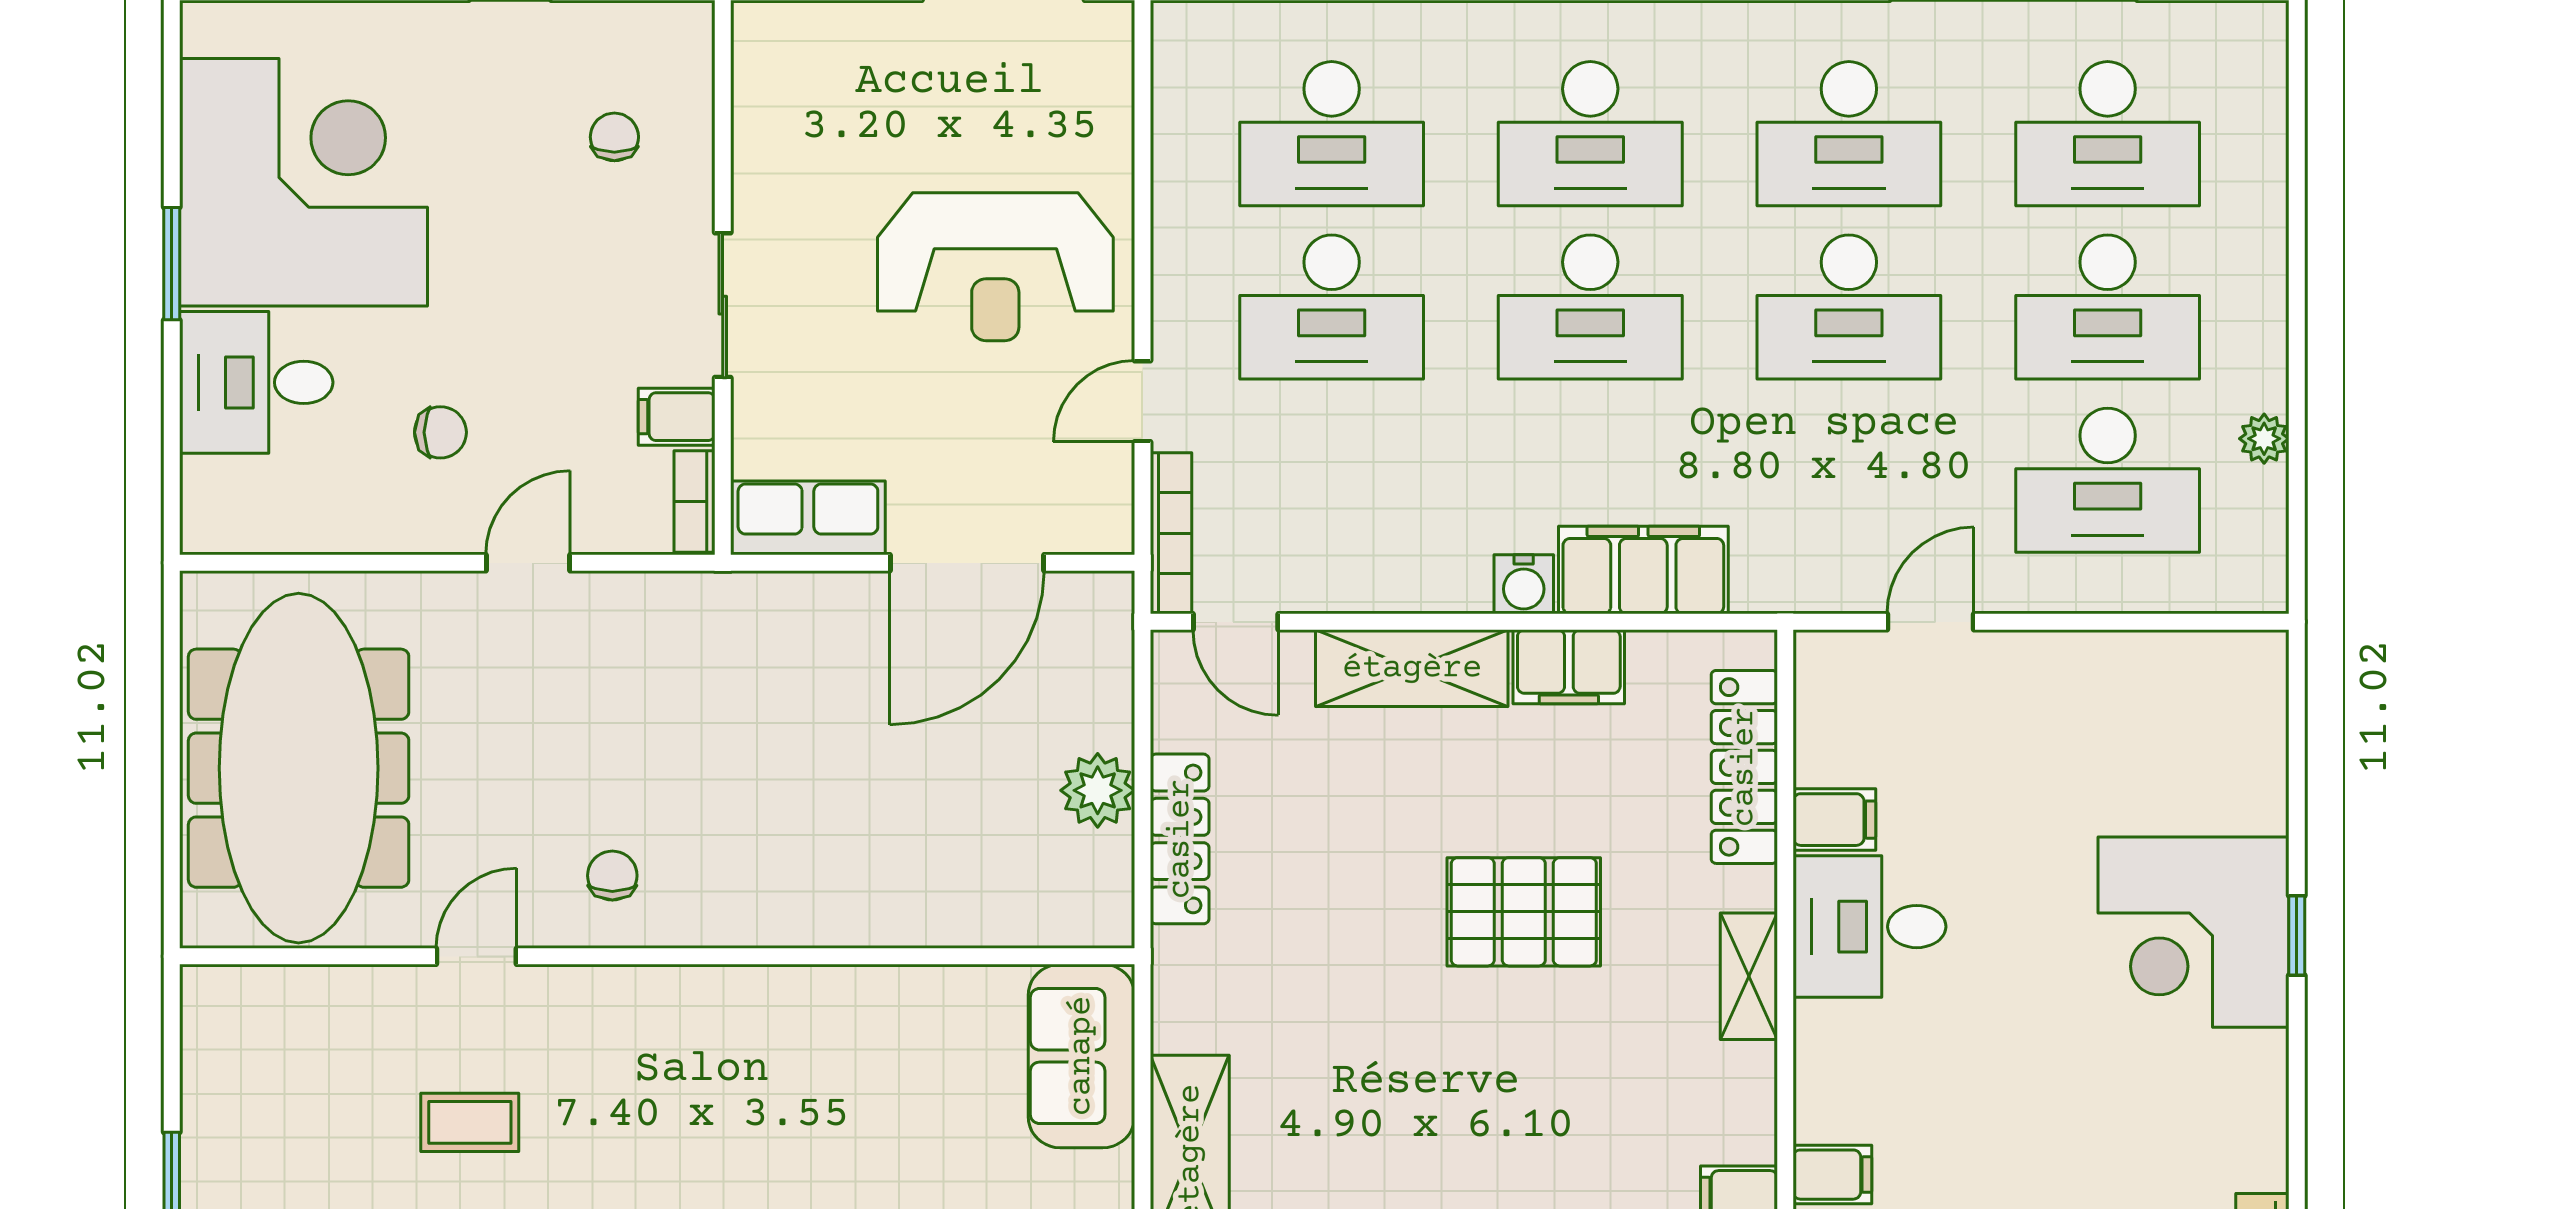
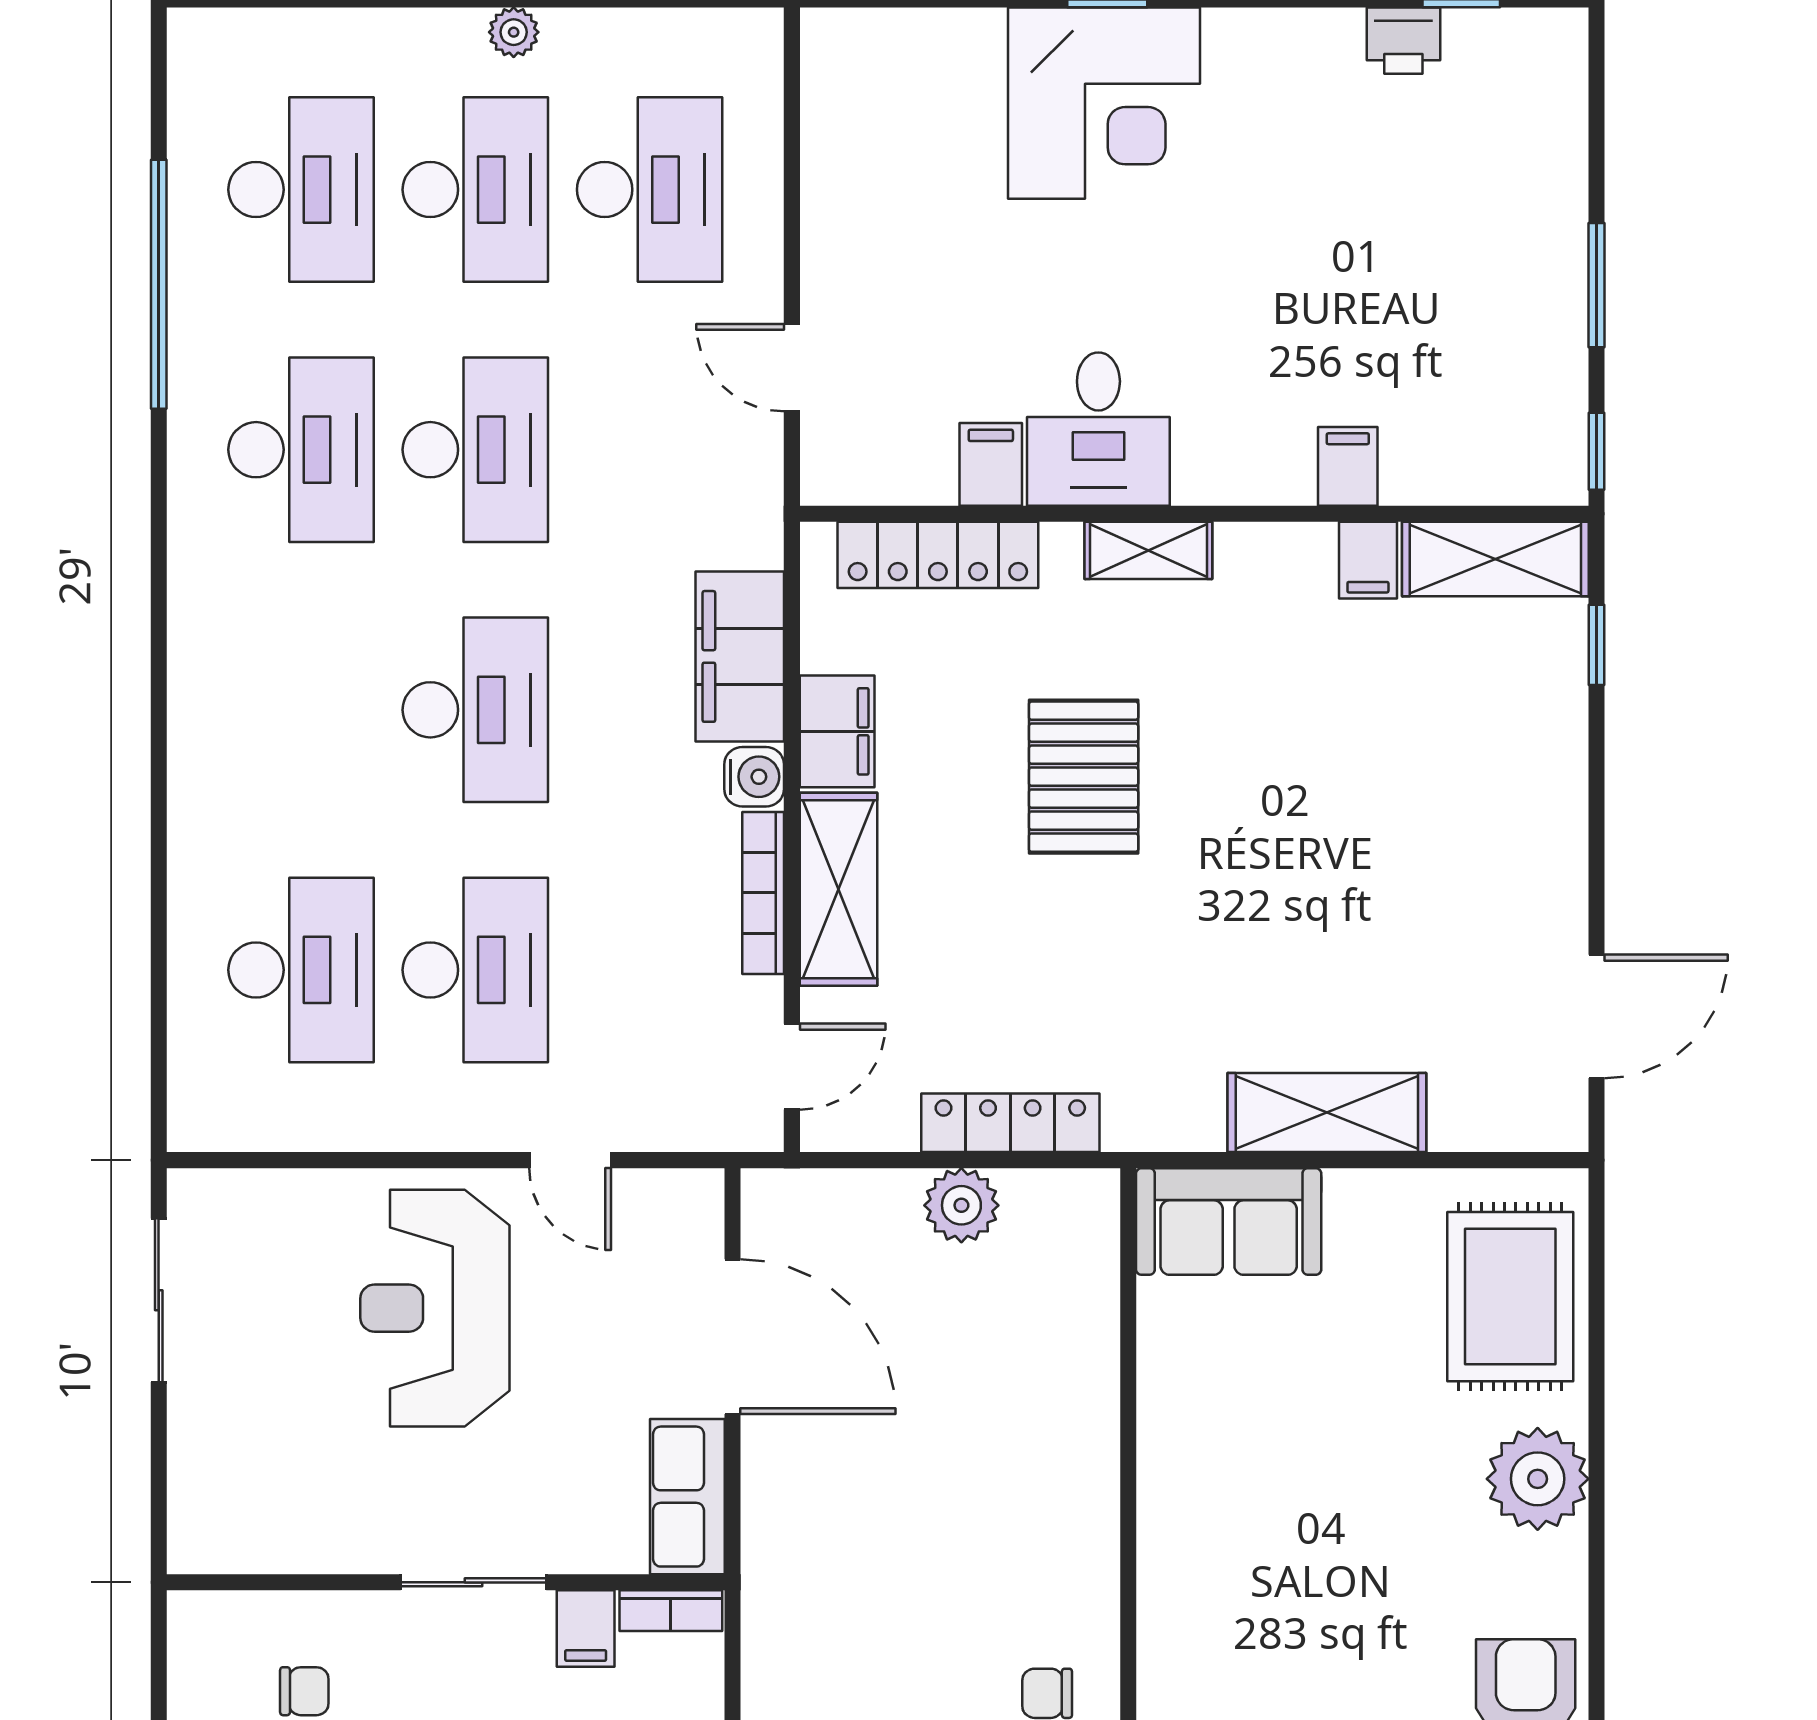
desk: (1590, 134) -> (301, 710), removed
chair: (614, 137) -> (304, 1691), turned 180
reception desk: (995, 267) -> (435, 1308), turned 180
plant: (2264, 439) -> (514, 32), moved
bookcase: (1171, 533) -> (763, 893), moved, turned -90

